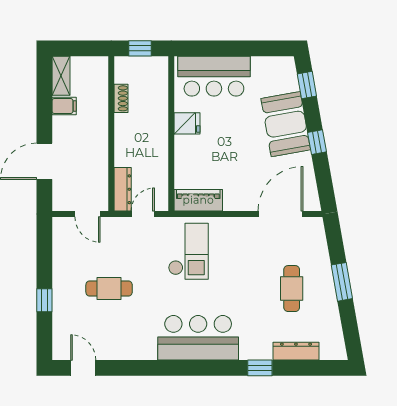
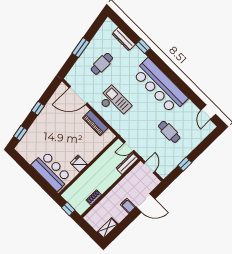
filing cabinet: (64, 106) -> (128, 206), moved
booth: (286, 124) -> (43, 127), removed
piano: (198, 200) -> (95, 123), moved
checkout: (188, 251) -> (115, 102), moved, turned 90
window: (44, 300) -> (185, 164), moved
bar counter: (198, 338) -> (160, 86), width x1.36

